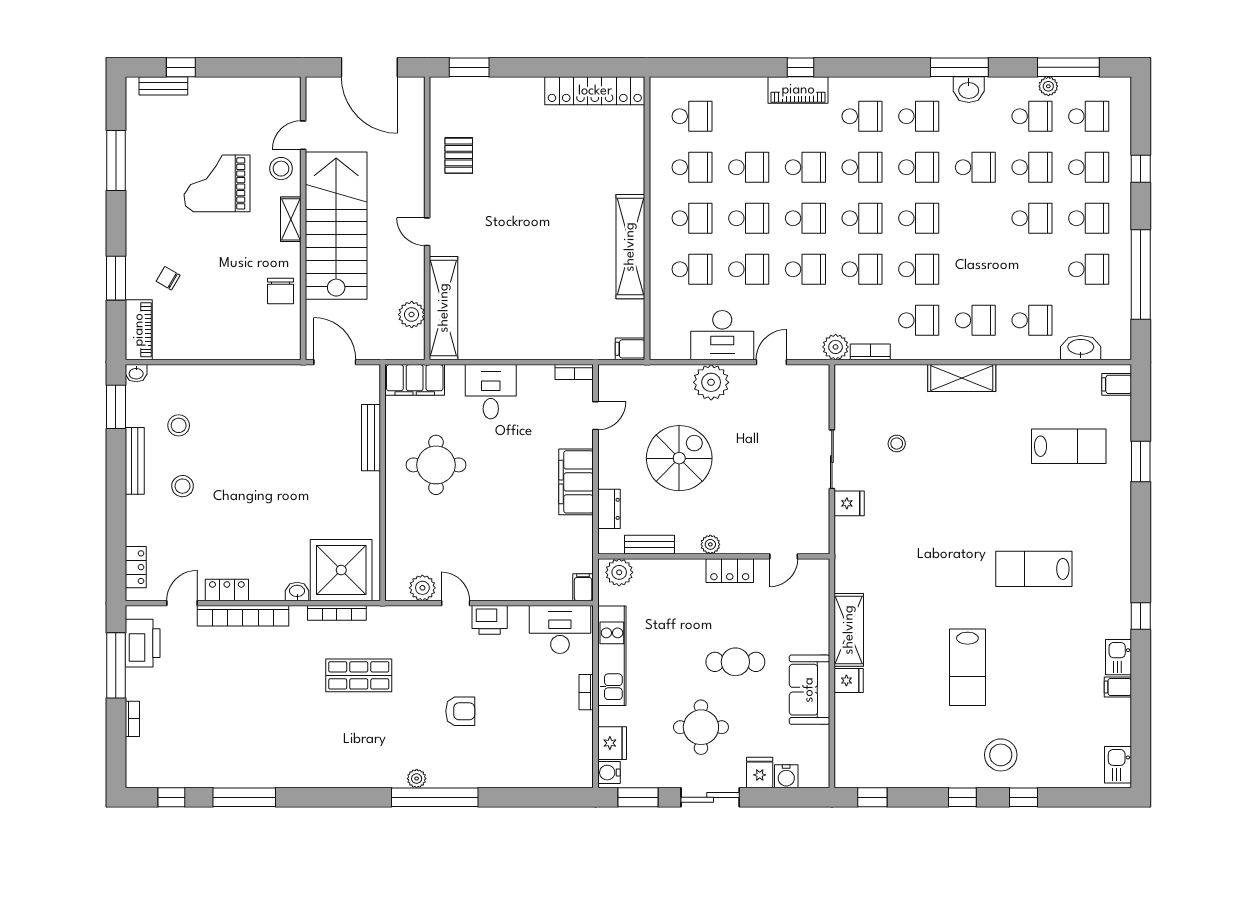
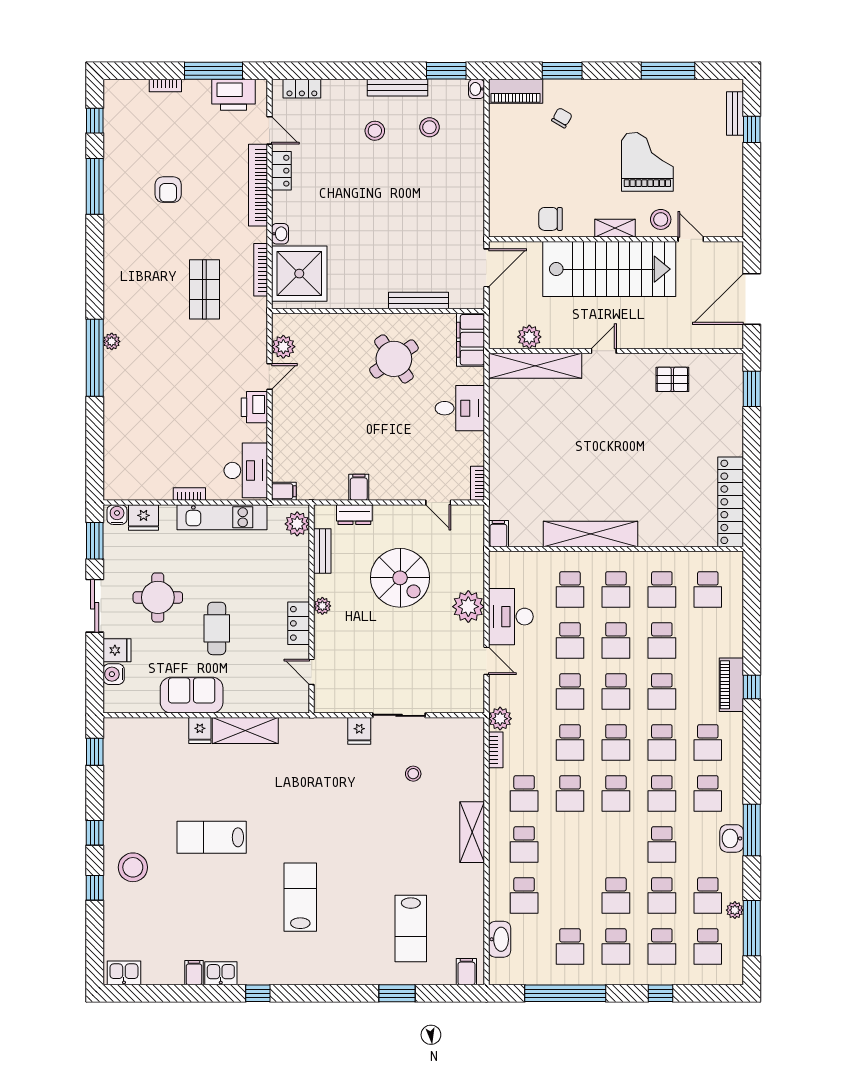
round table: (436, 465) -> (394, 359), turned -35
filing cabinet: (576, 482) -> (359, 487), width x0.33, depth x0.86
armchair: (460, 711) -> (168, 190), moved

